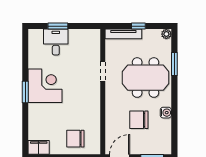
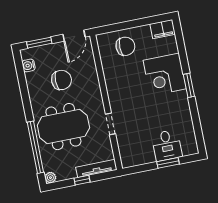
window: (174, 64) -> (35, 147), width x2.11
corner desk: (45, 86) -> (165, 74), moved
water cooler: (166, 113) -> (29, 65), moved

